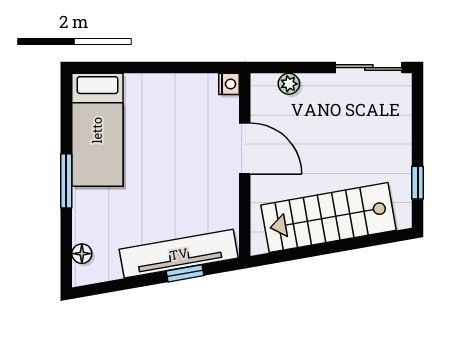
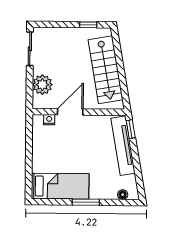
nightstand: (229, 84) -> (49, 120), moved
plant: (289, 84) -> (42, 85), width x1.88, depth x1.88
window: (185, 273) -> (131, 129), moved

